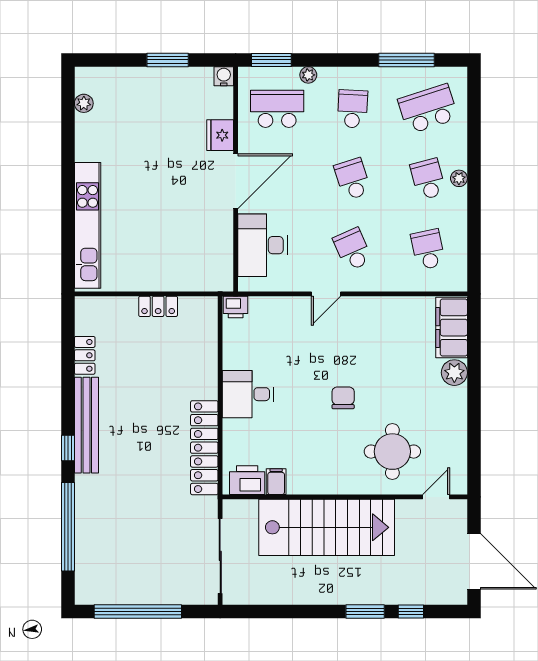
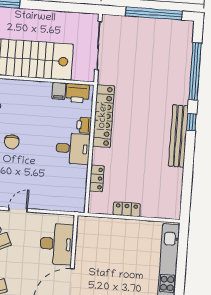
printer: (236, 307) -> (84, 125), moved, turned -90
locker: (85, 355) -> (97, 178), moved, turned 180

